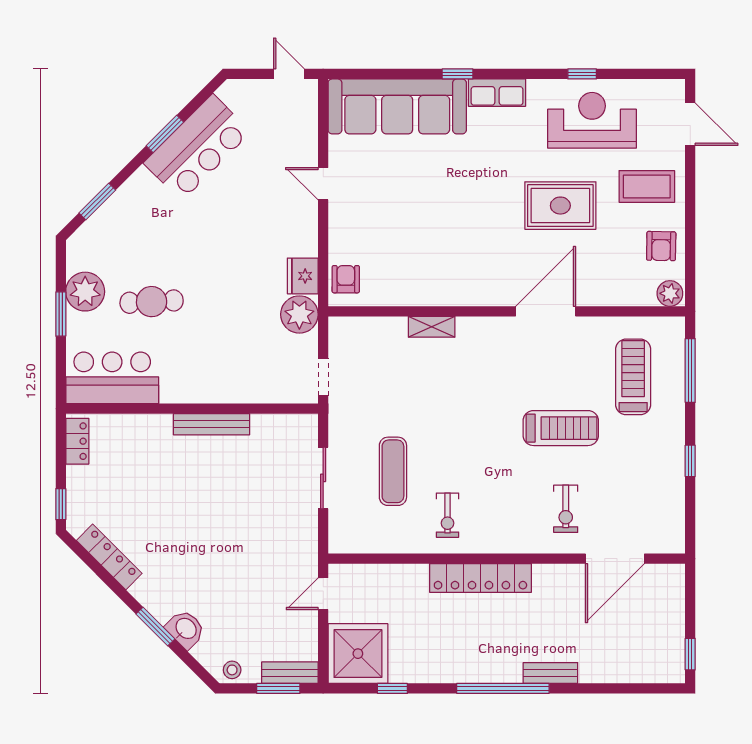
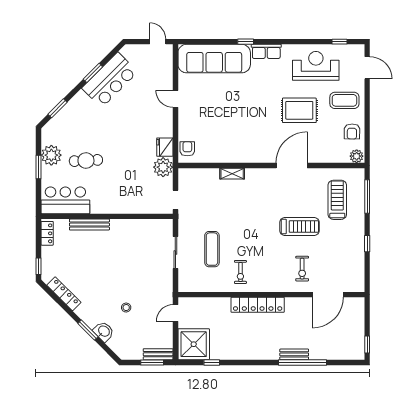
window: (582, 74) -> (340, 42), moved
bench: (212, 424) -> (89, 225), moved
stool: (232, 670) -> (126, 308), moved
window: (503, 688) -> (302, 362), moved

